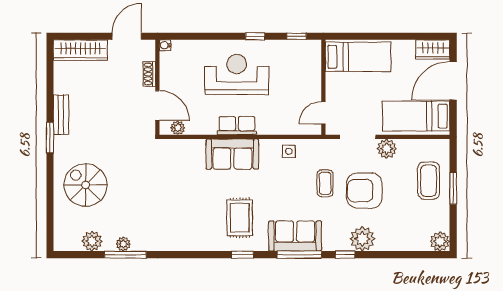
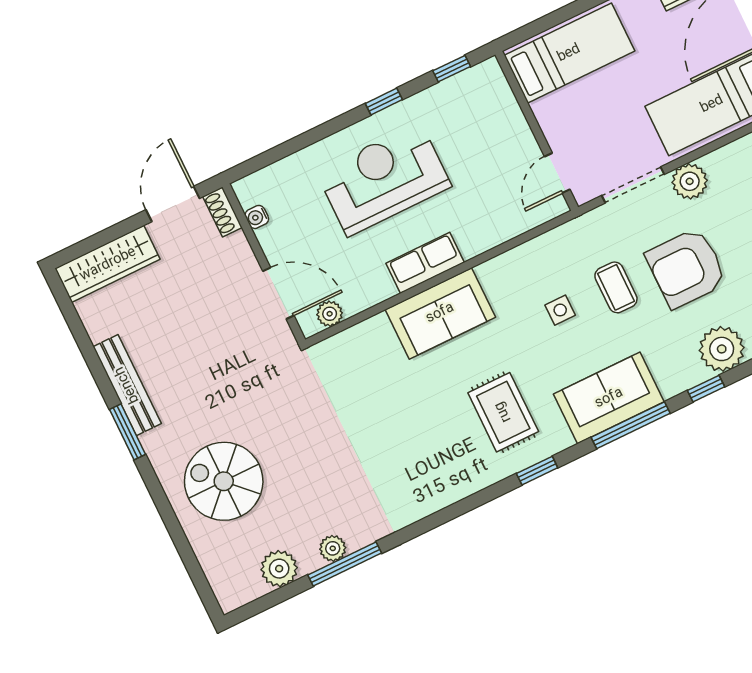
water cooler: (165, 45) -> (257, 217), moved
shoe rack: (149, 74) -> (223, 212), moved
bench: (61, 115) -> (127, 385), width x1.36
side table: (289, 151) -> (560, 310), moved

